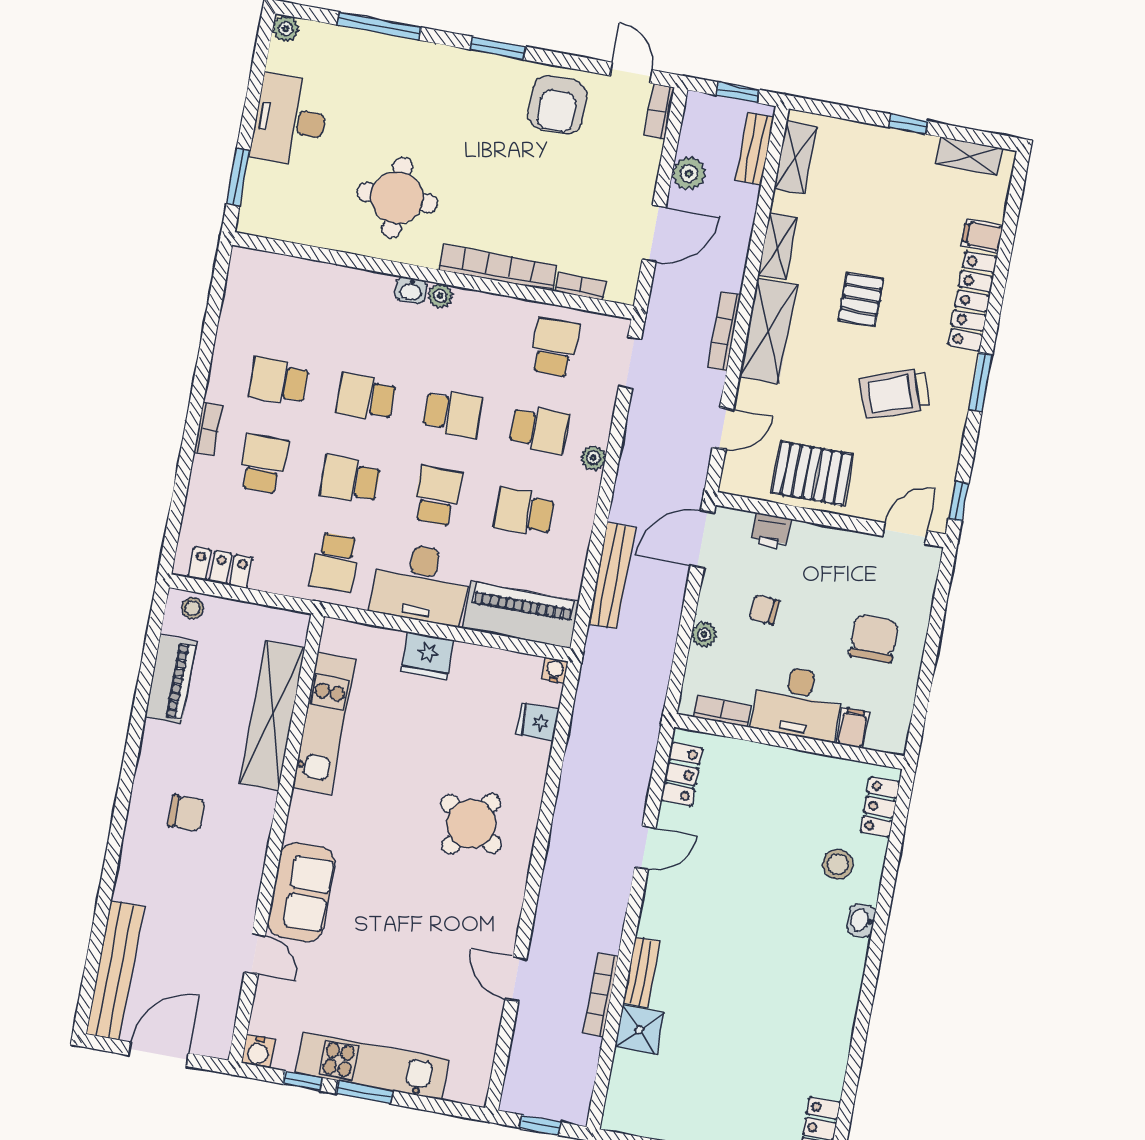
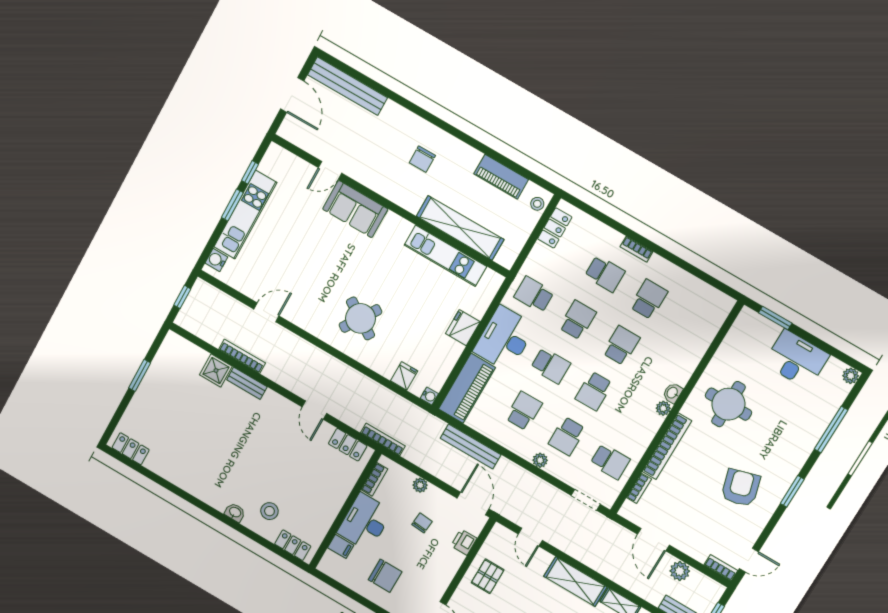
armchair: (558, 105) -> (741, 488), moved, turned 74
bookcase: (724, 331) -> (383, 439), moved
pallet: (812, 473) -> (488, 576), width x0.67, depth x0.71
water cooler: (258, 1051) -> (216, 260), moved

